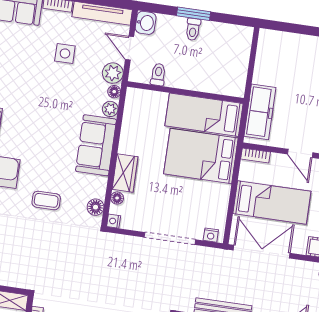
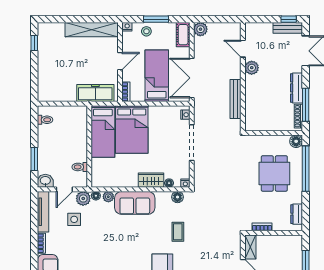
window: (194, 14) -> (34, 159), moved
toilet: (193, 29) -> (45, 120), moved
side table: (65, 53) -> (74, 219), moved

